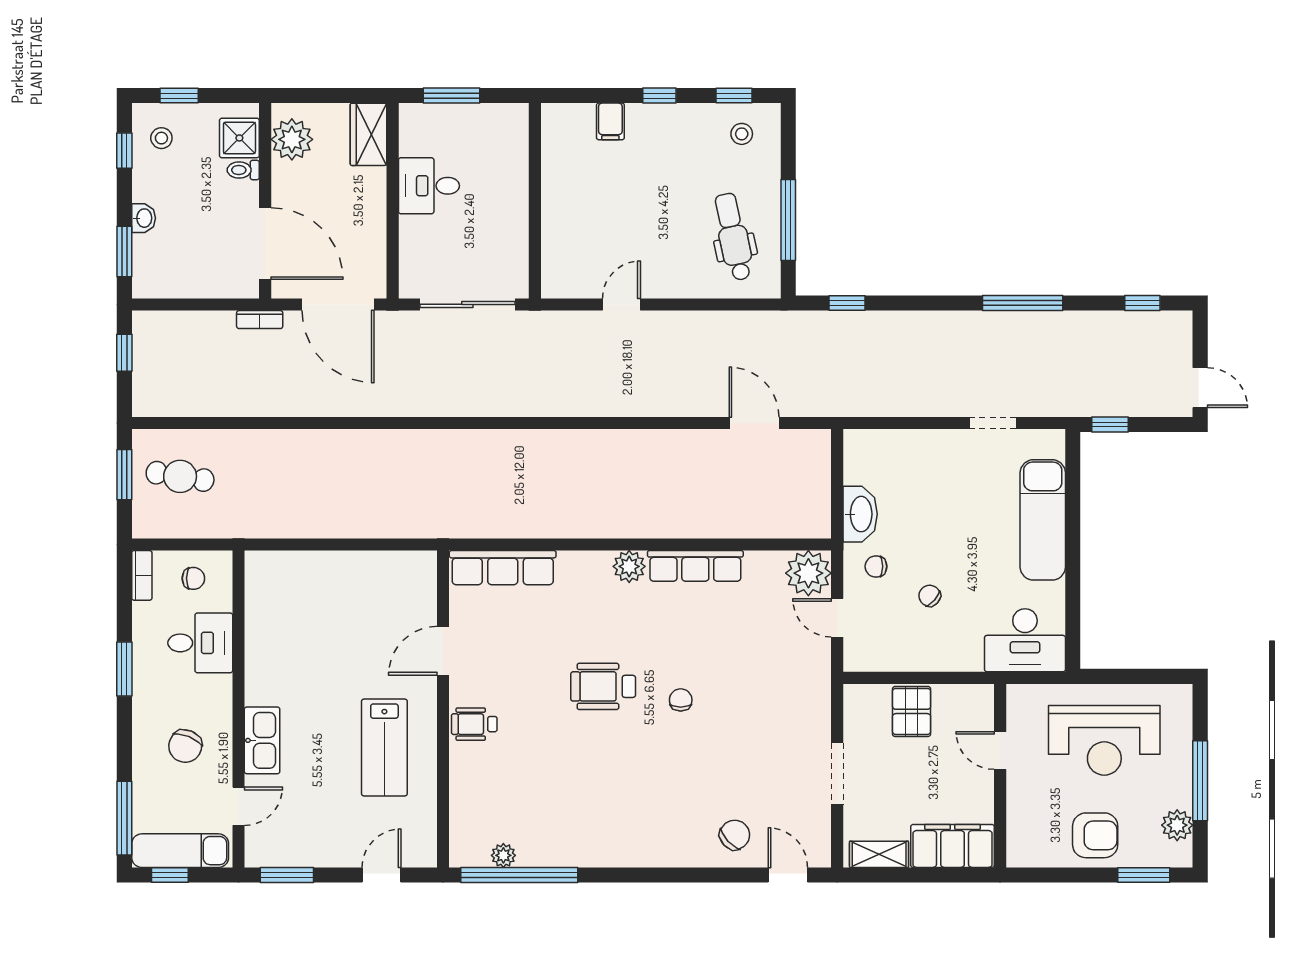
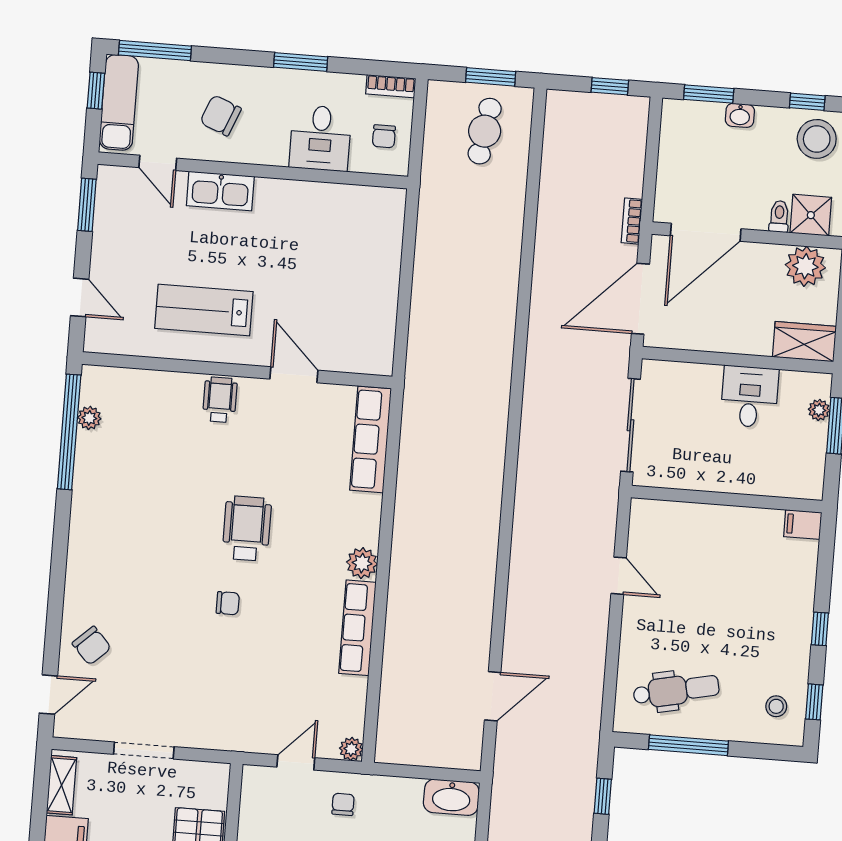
plant: (437, 114) -> (819, 410), added
filing cabinet: (610, 121) -> (803, 525), moved
stool: (161, 138) -> (817, 139), width x1.89, depth x1.89
washbasin: (860, 514) -> (451, 797), moved
plant: (808, 573) -> (351, 749), width x0.53, depth x0.53

